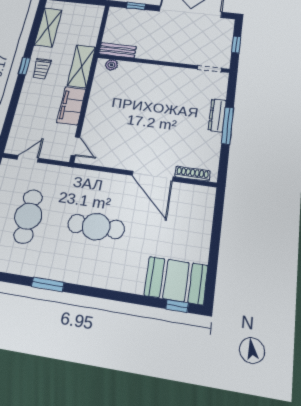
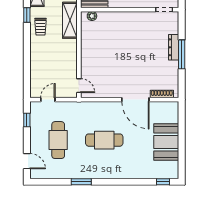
window: (24, 66) -> (27, 15), moved
filing cabinet: (71, 106) -> (69, 54), removed
booth: (176, 280) -> (166, 142), moved, turned 90

